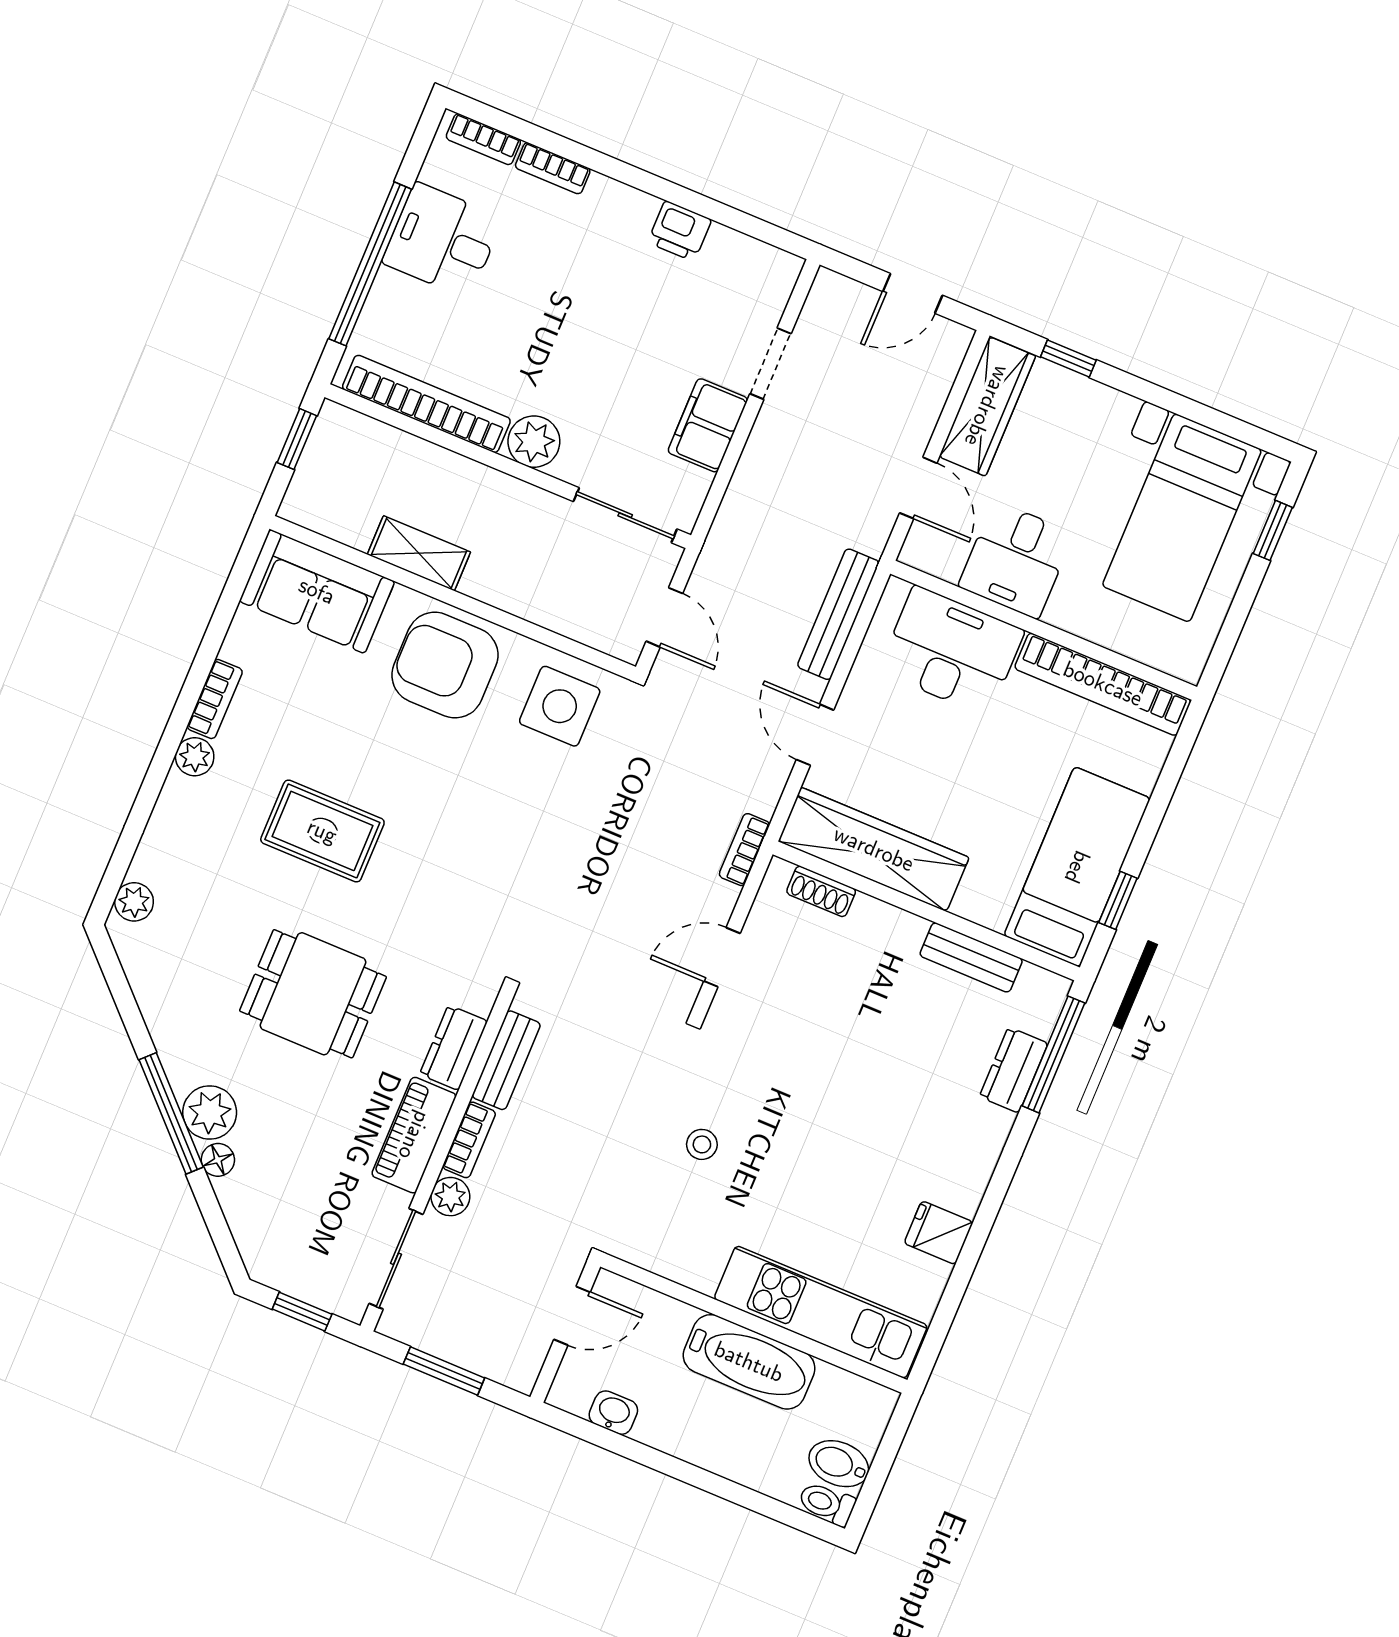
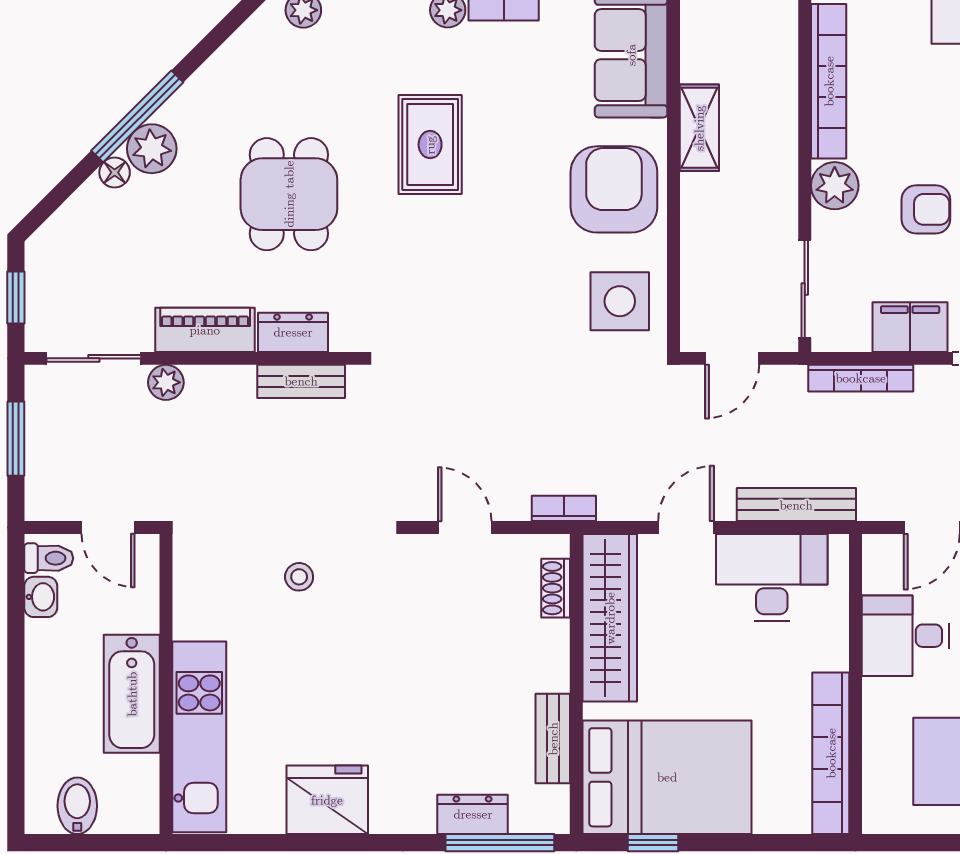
armchair: (596, 360) -> (926, 209), added
desk: (951, 651) -> (772, 578), moved, turned -90
bed: (1077, 867) -> (667, 777), width x1.50
bookcase: (469, 1140) -> (861, 378), moved, width x1.56
fridge: (939, 1233) -> (327, 800), width x1.88, depth x1.34
toilet: (827, 1504) -> (49, 558), moved, turned 90

